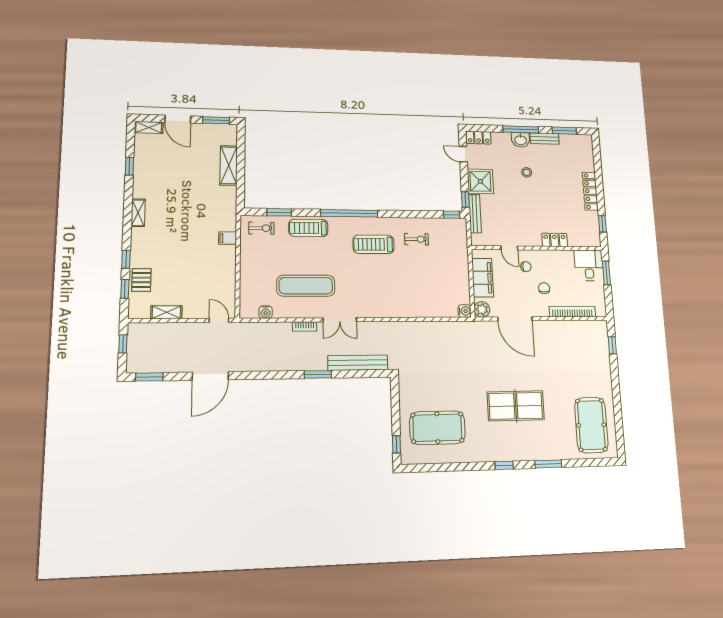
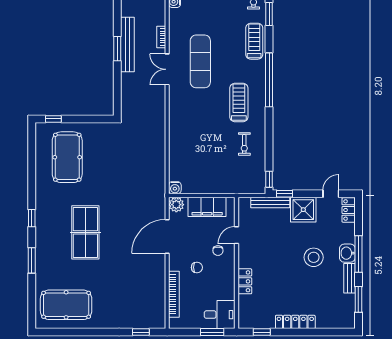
stool: (527, 172) -> (314, 257), width x1.89, depth x1.89
exercise mat: (306, 286) -> (200, 61), moved
bench: (358, 363) -> (127, 45), moved

